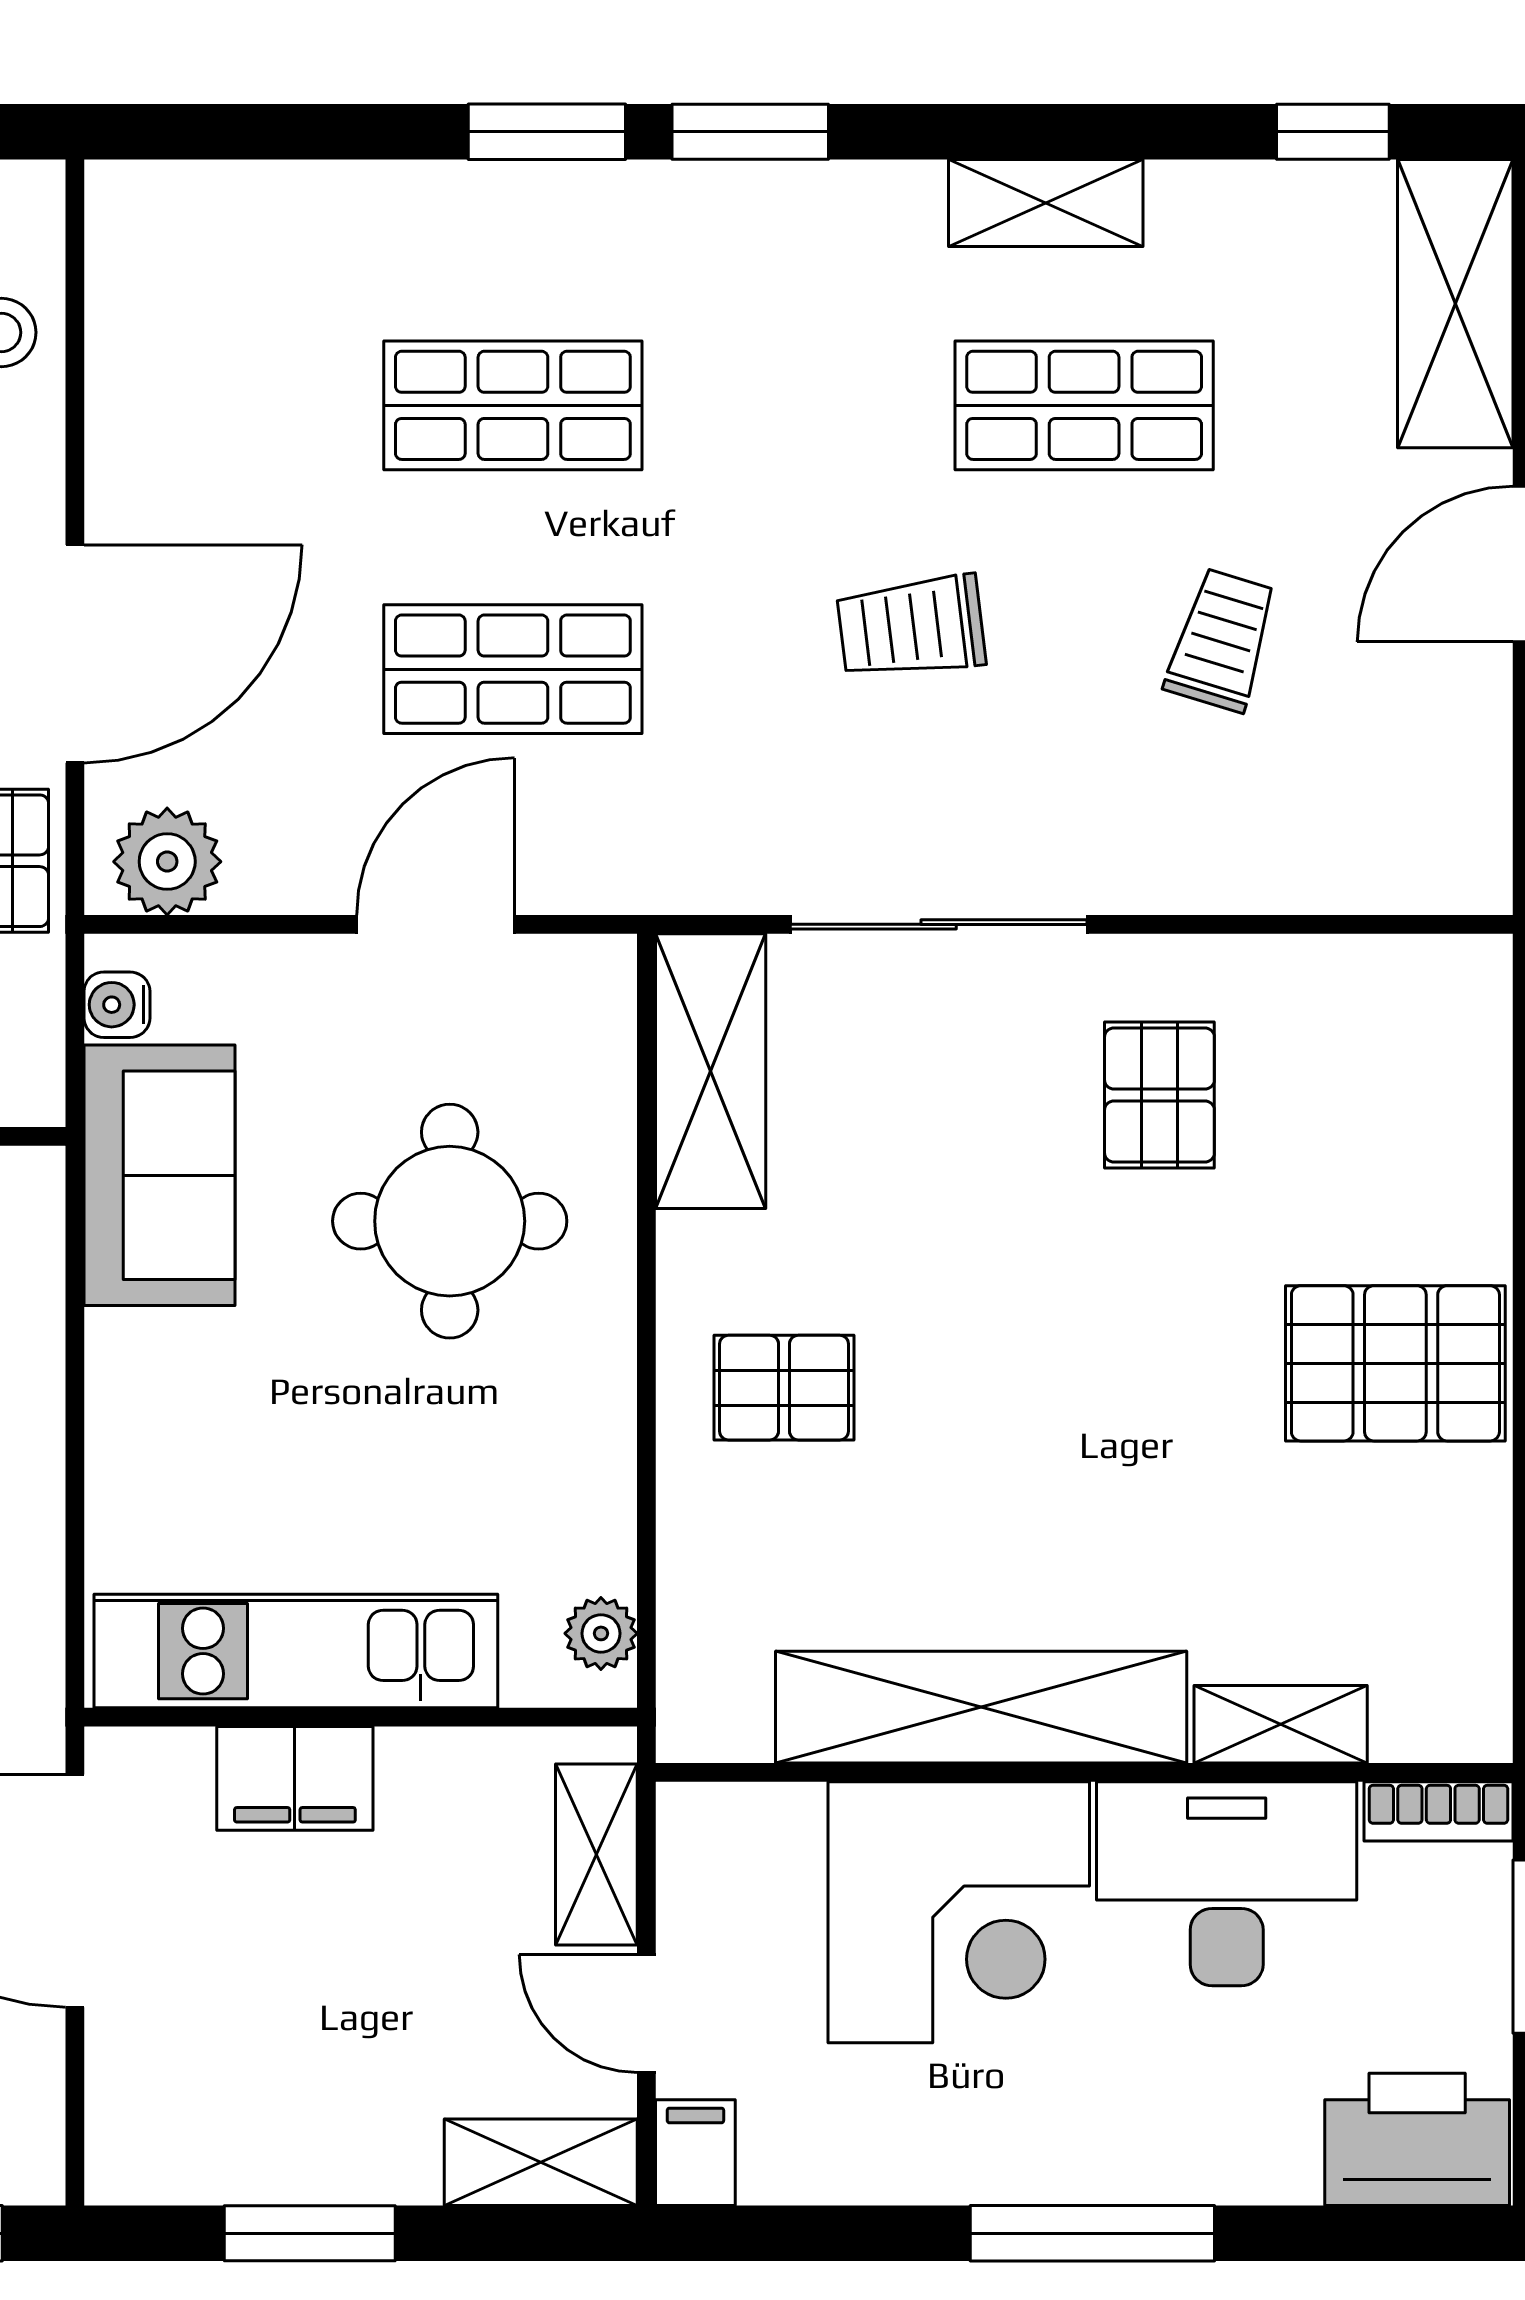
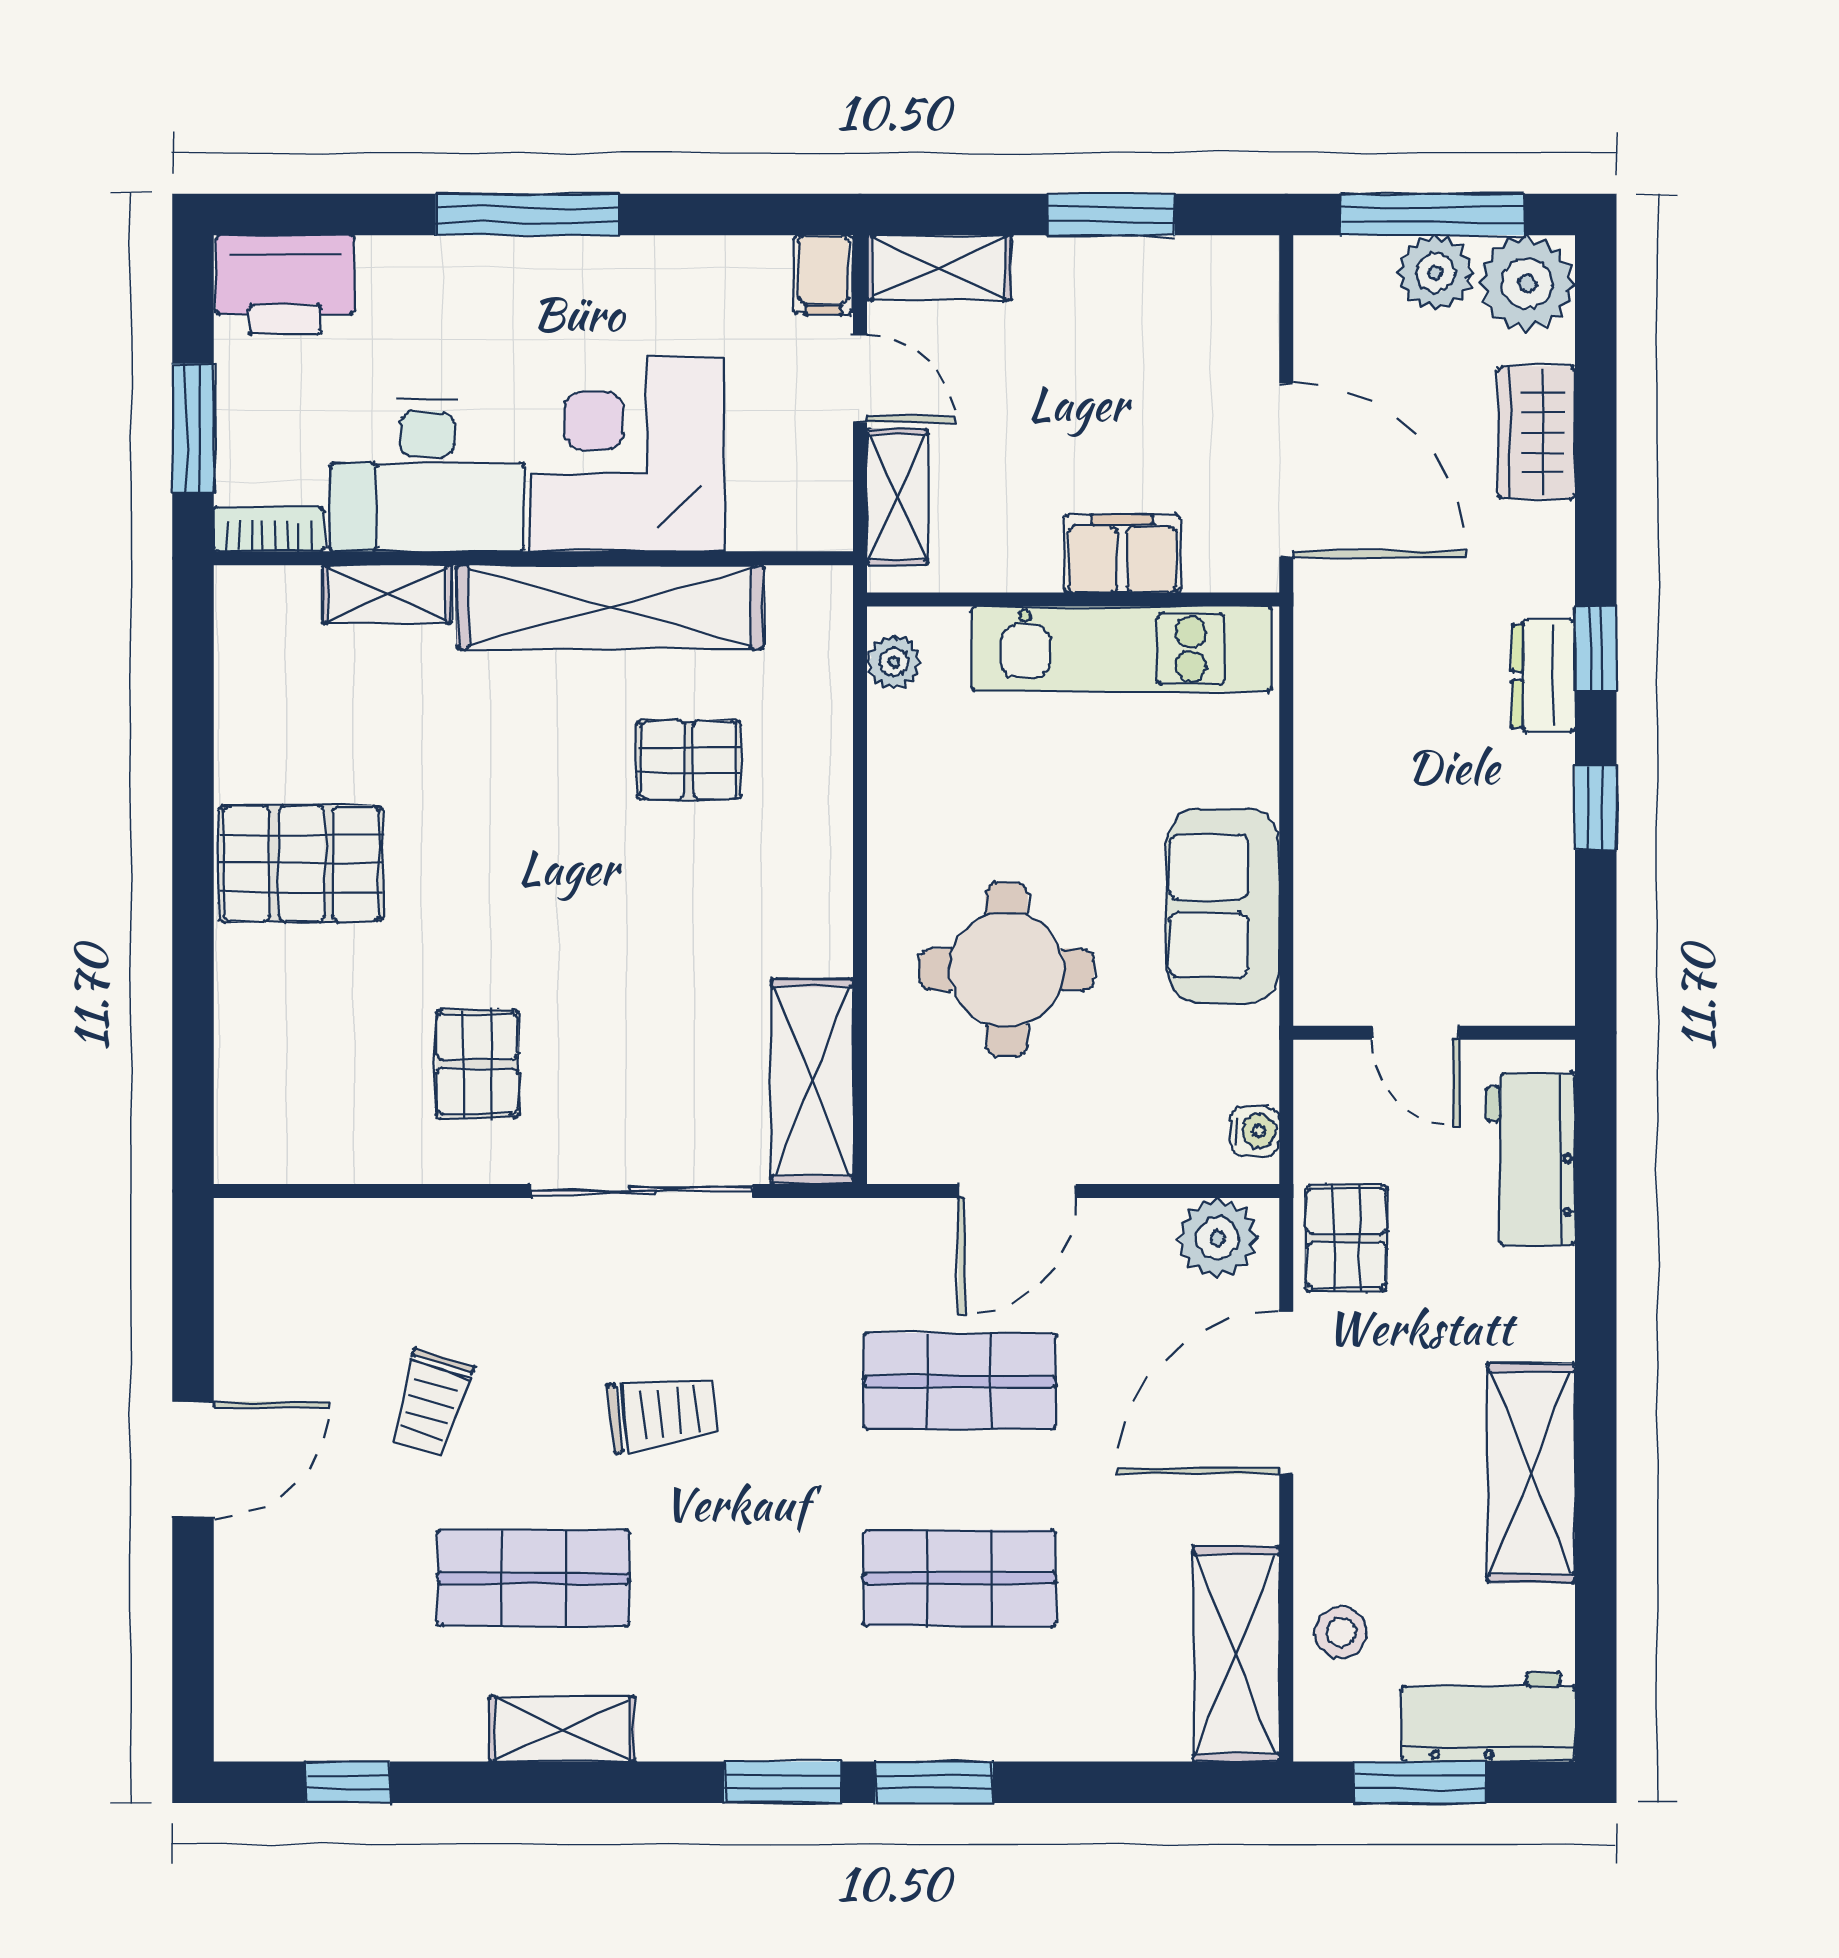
shelving: (1455, 304) -> (1236, 1654), moved
sofa: (160, 1175) -> (1223, 906), moved
pallet: (784, 1388) -> (689, 760), moved

